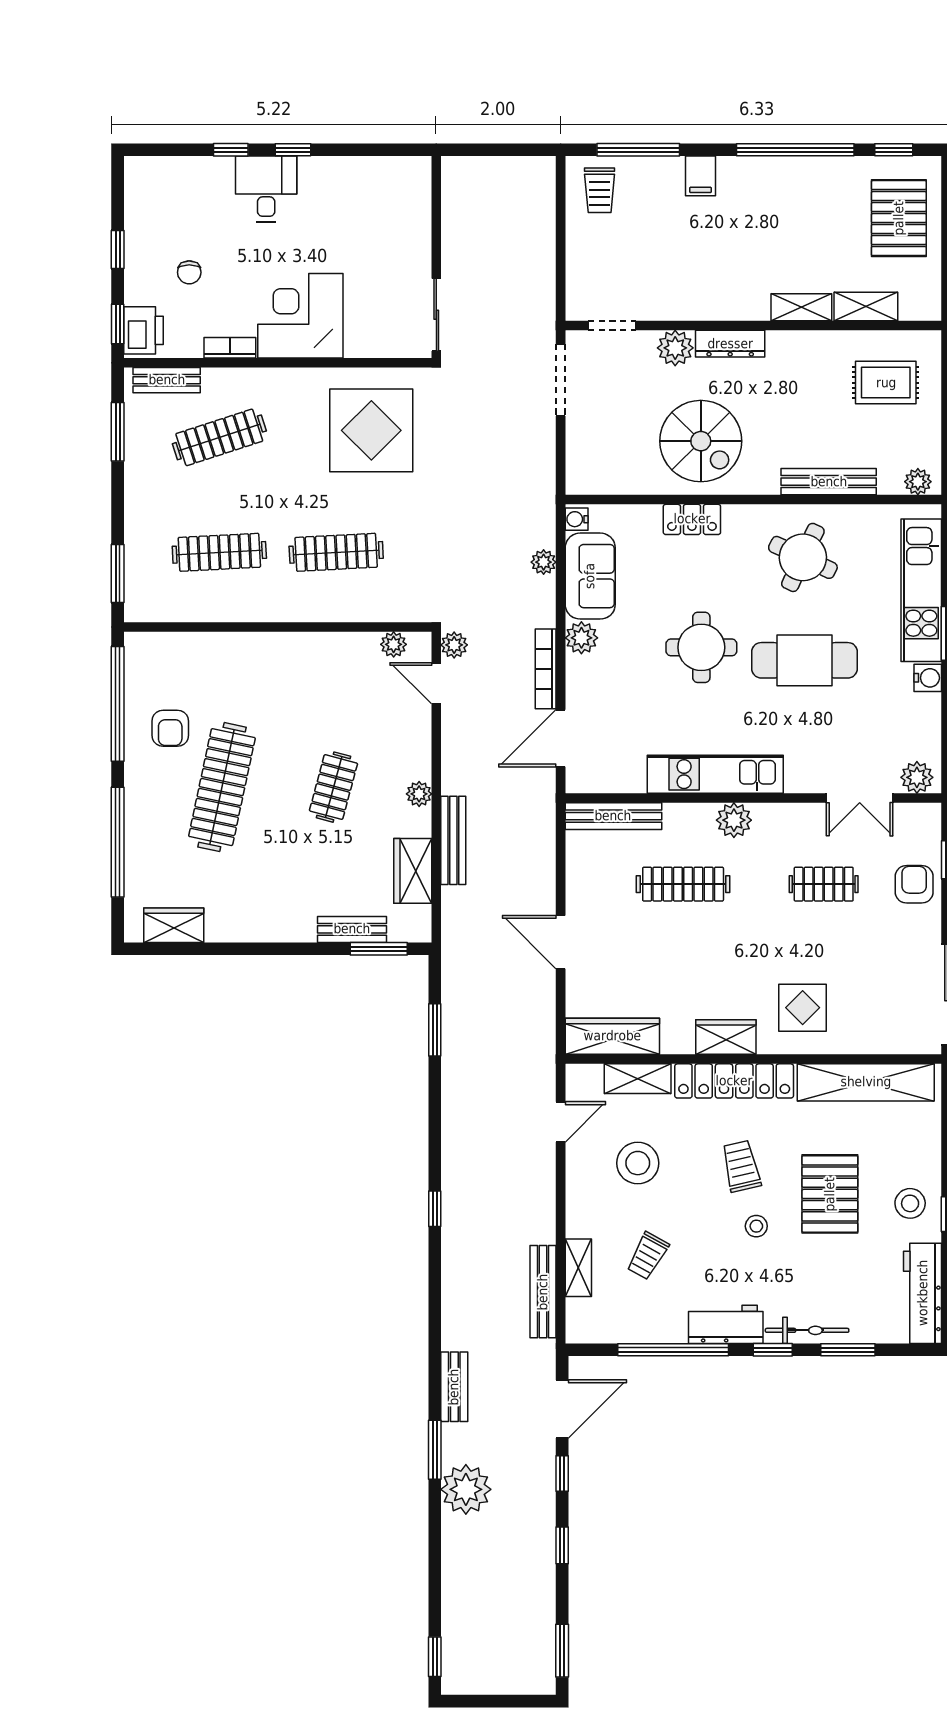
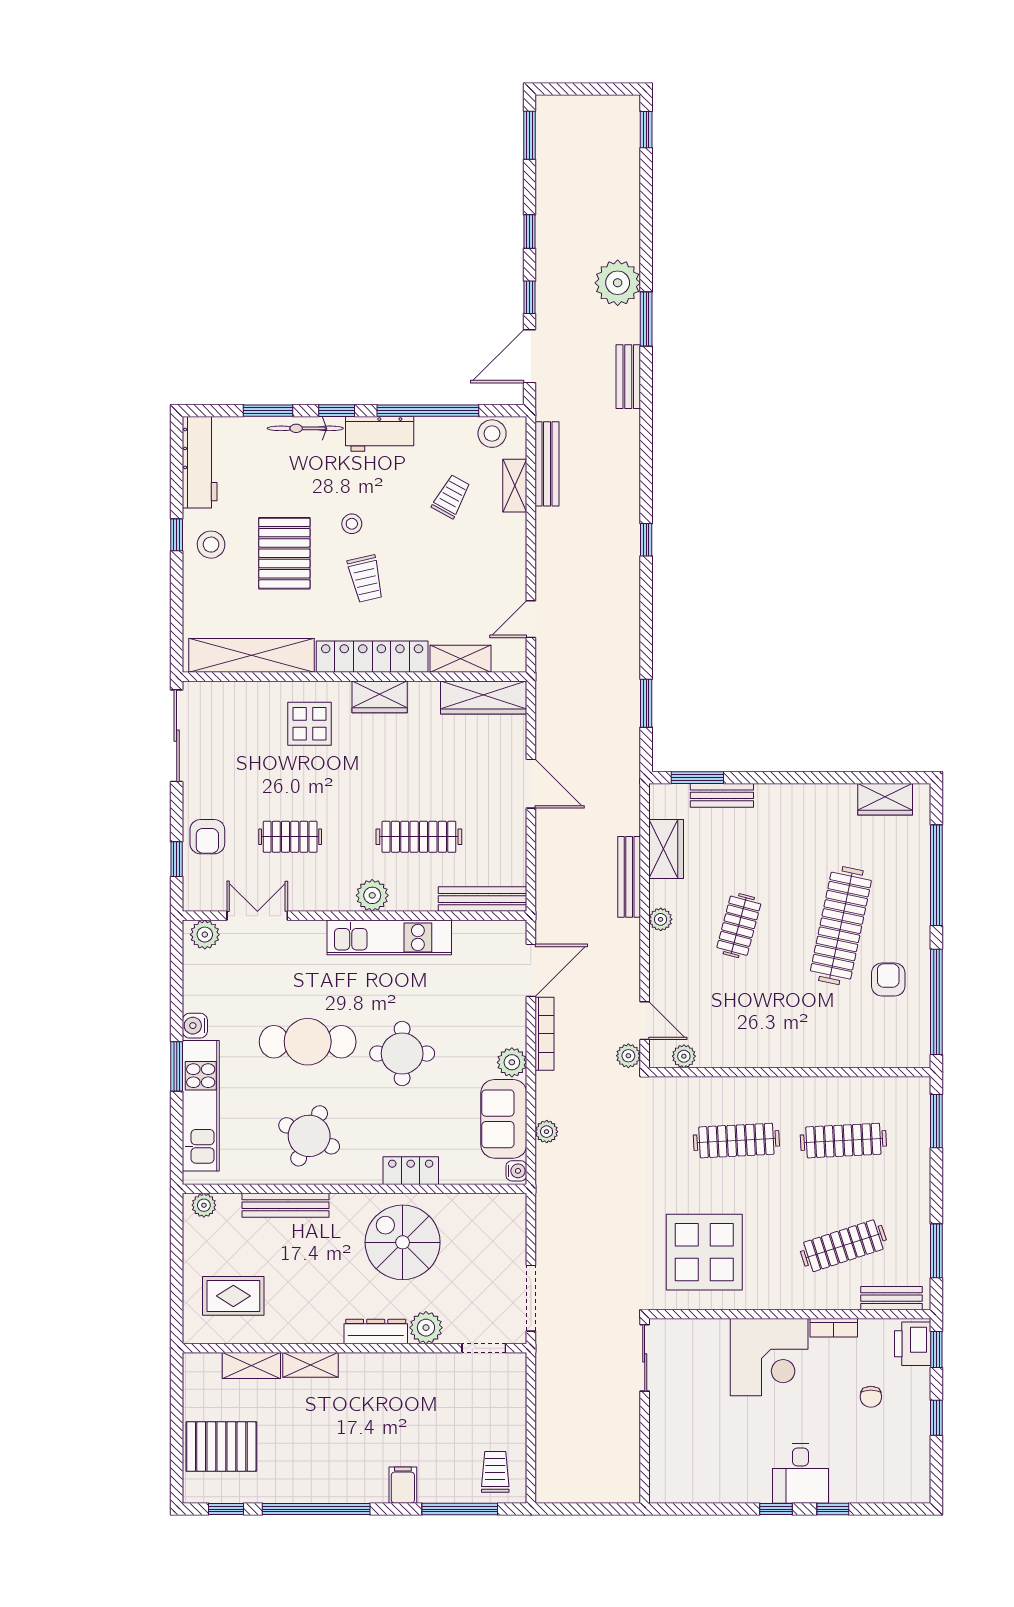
pallet: (899, 218) -> (221, 1446), turned 90
chair: (189, 272) -> (871, 1397), turned 180
stool: (638, 1163) -> (492, 434), moved, width x0.73, depth x0.73

